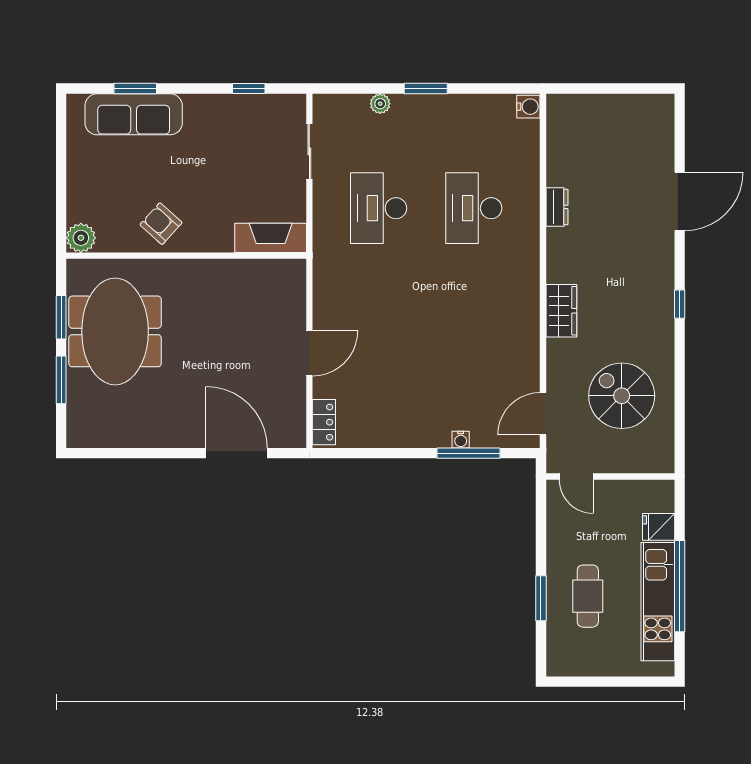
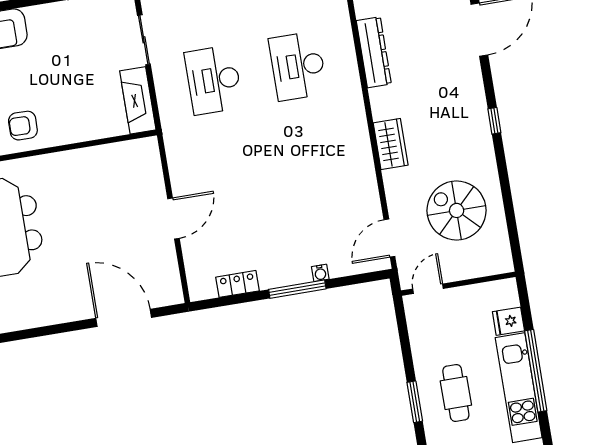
dresser: (557, 207) -> (374, 52), width x1.96, depth x1.24
armchair: (161, 224) -> (23, 126), turned -41
fireplace: (271, 238) -> (138, 100), moved, turned -90
locker: (324, 422) -> (237, 284), moved, turned -90
window: (469, 453) -> (297, 289), moved
door: (576, 477) -> (428, 289), swing flipped

